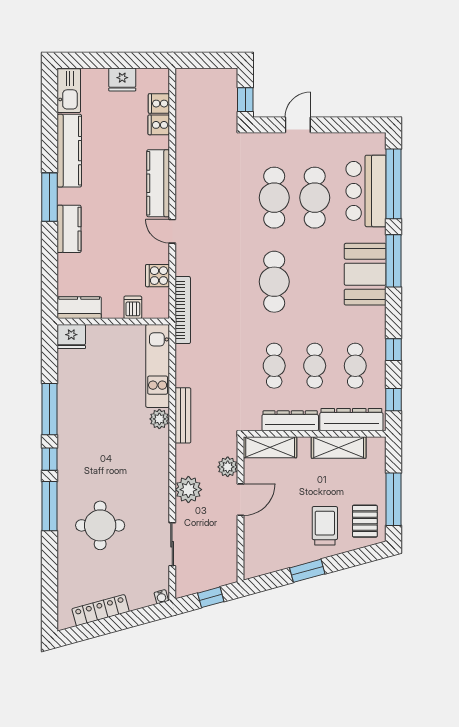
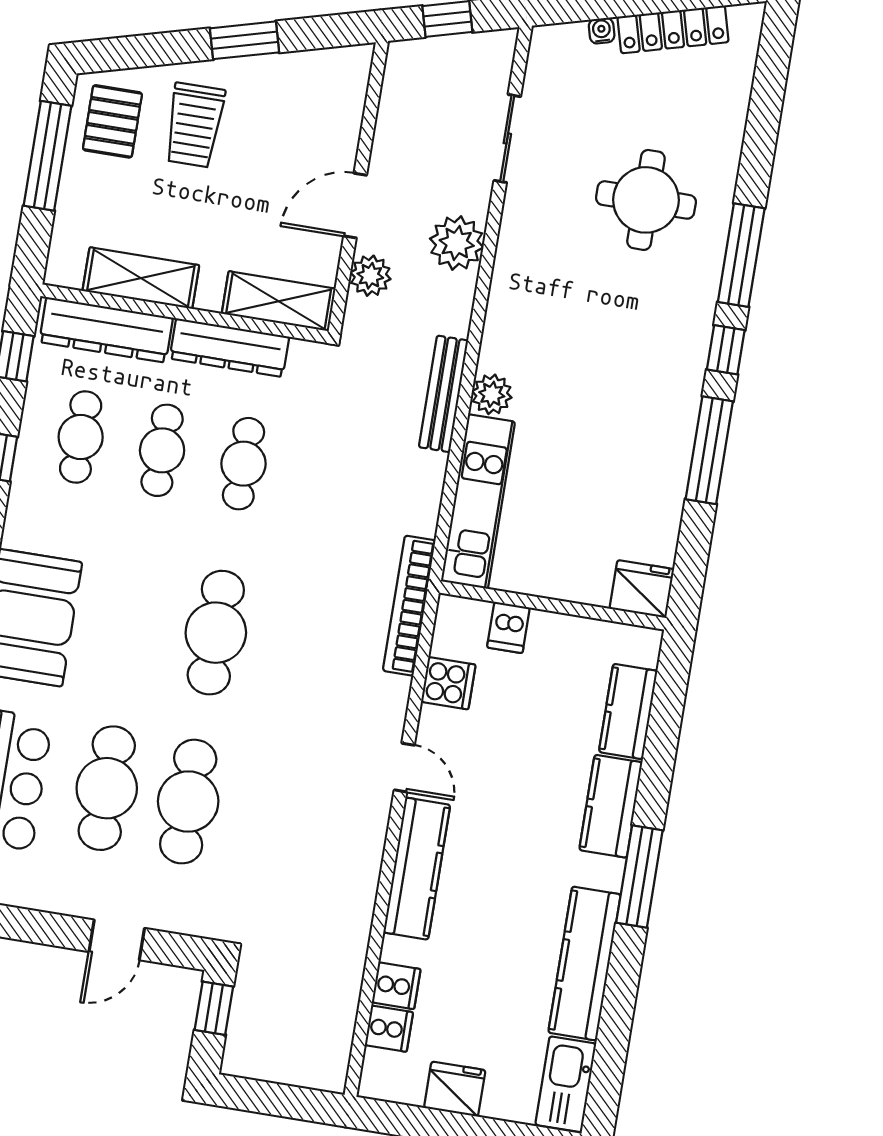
kitchen counter: (79, 308) -> (628, 711), moved, turned 90
water cooler: (161, 597) -> (602, 31), moved

